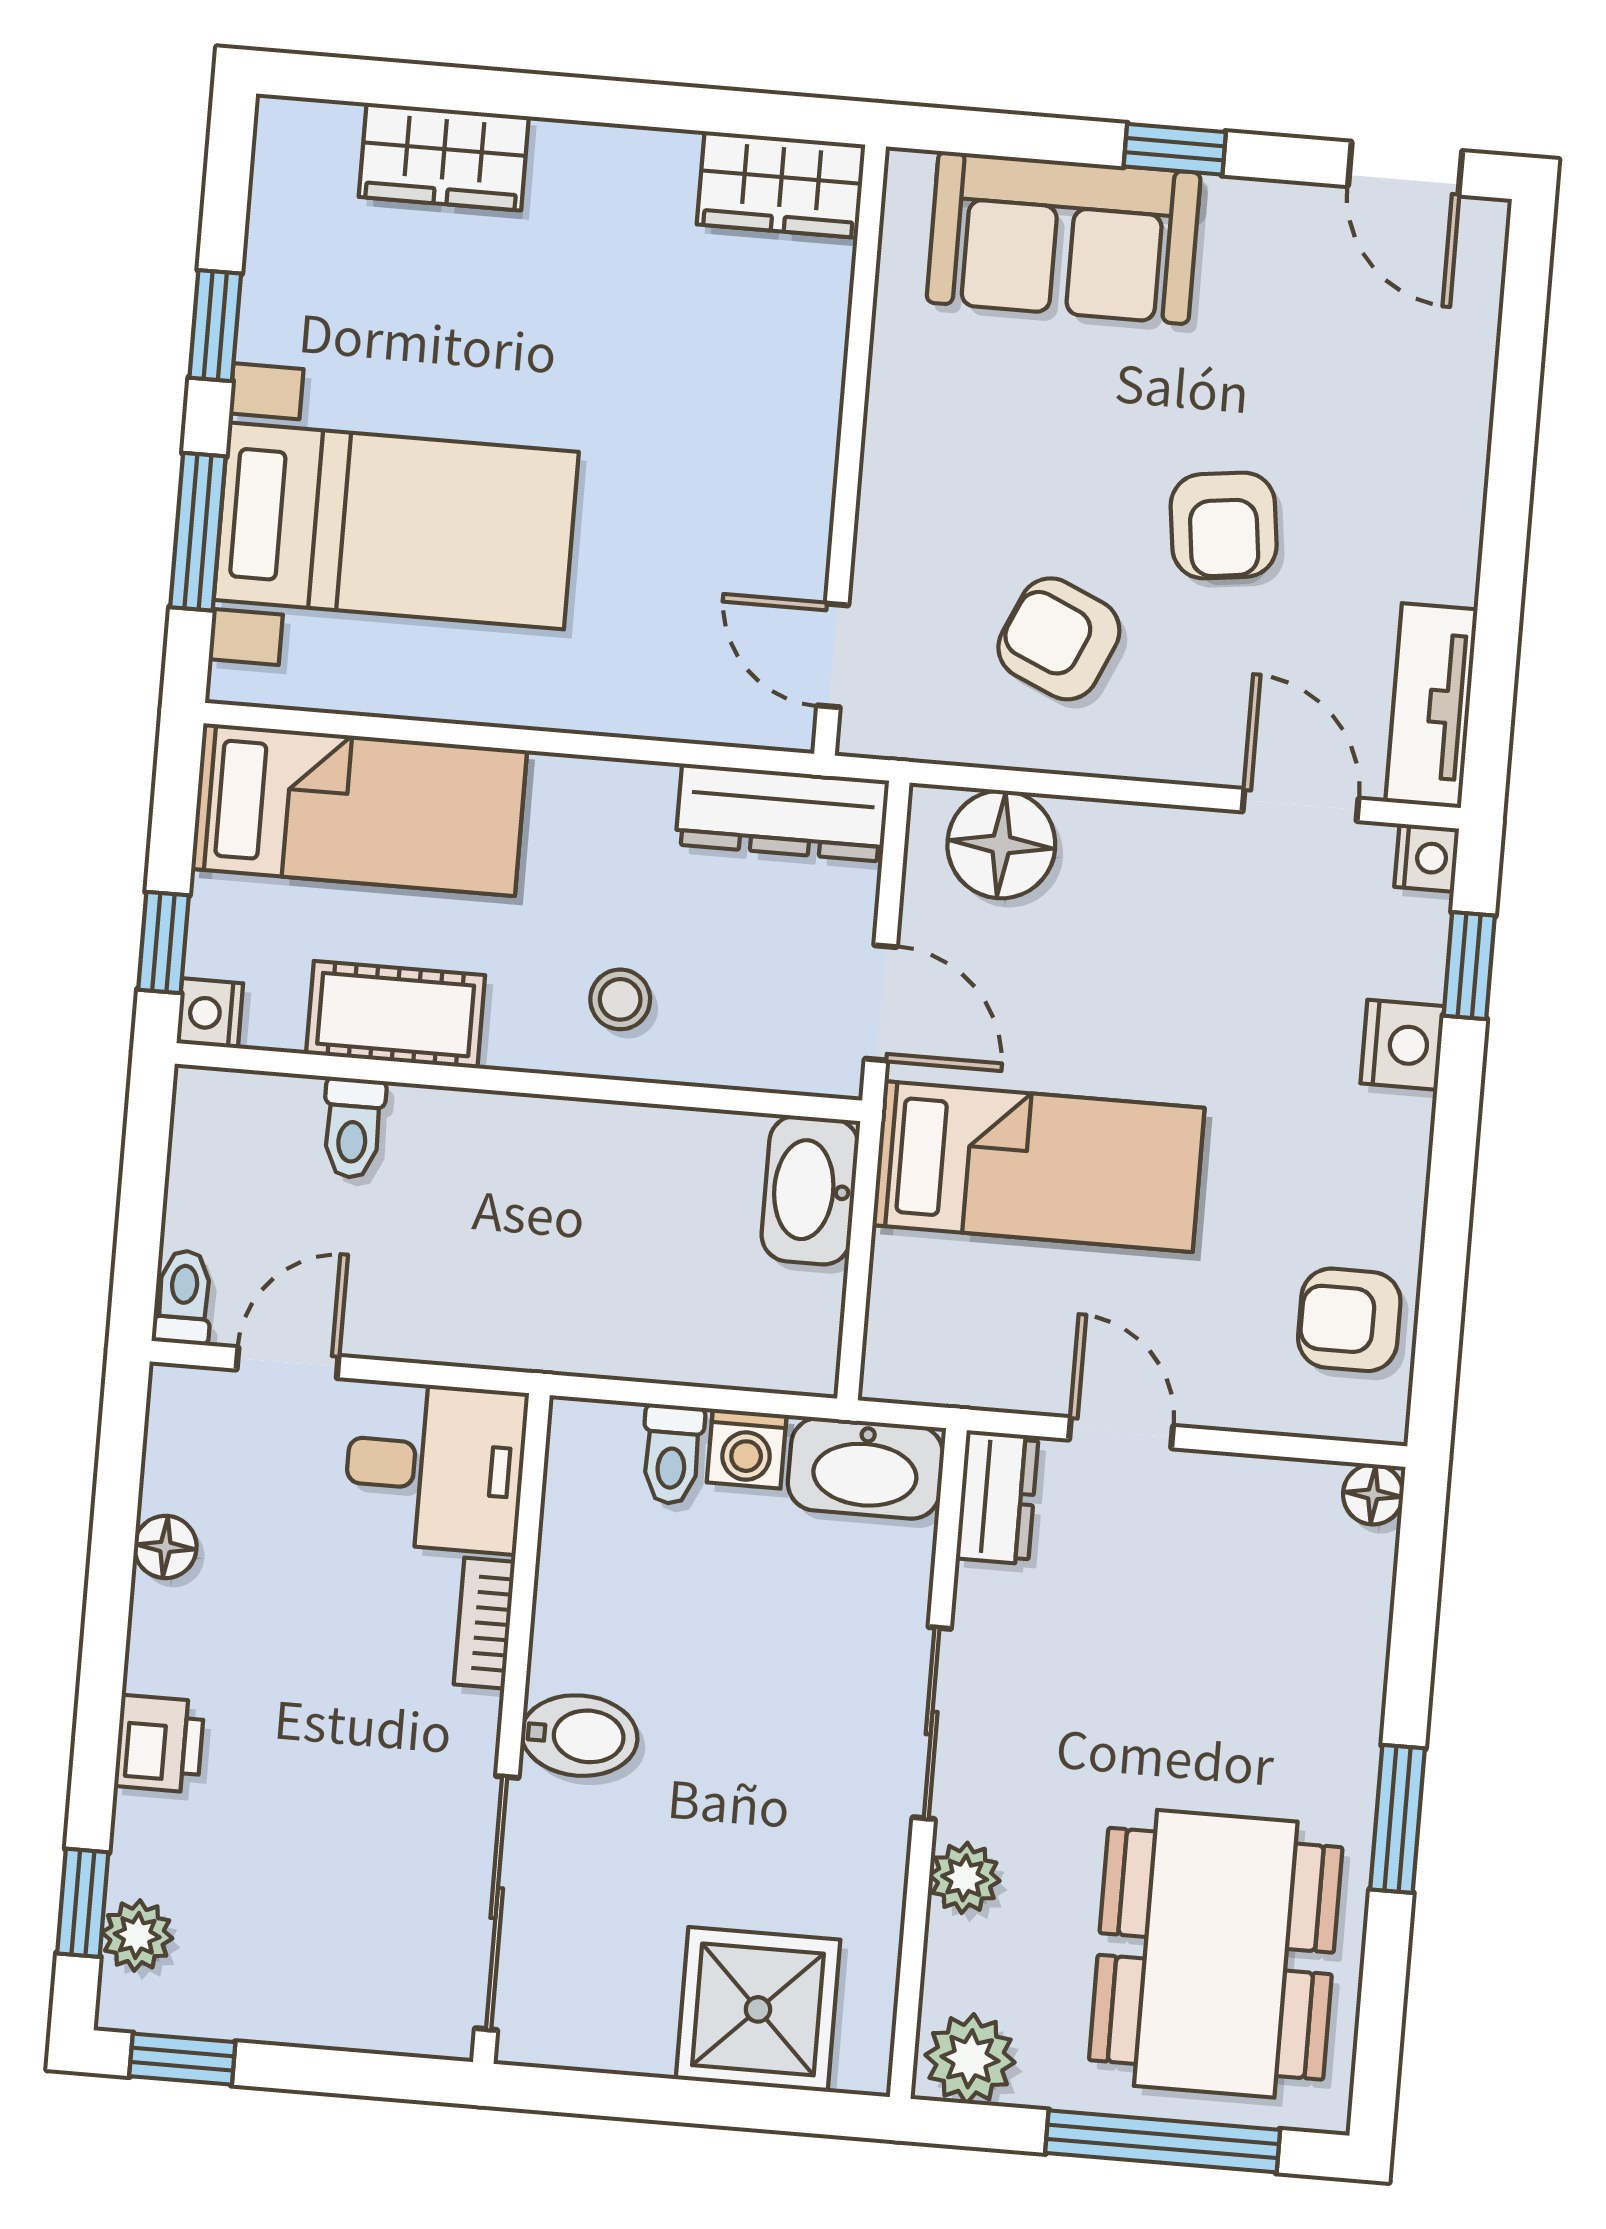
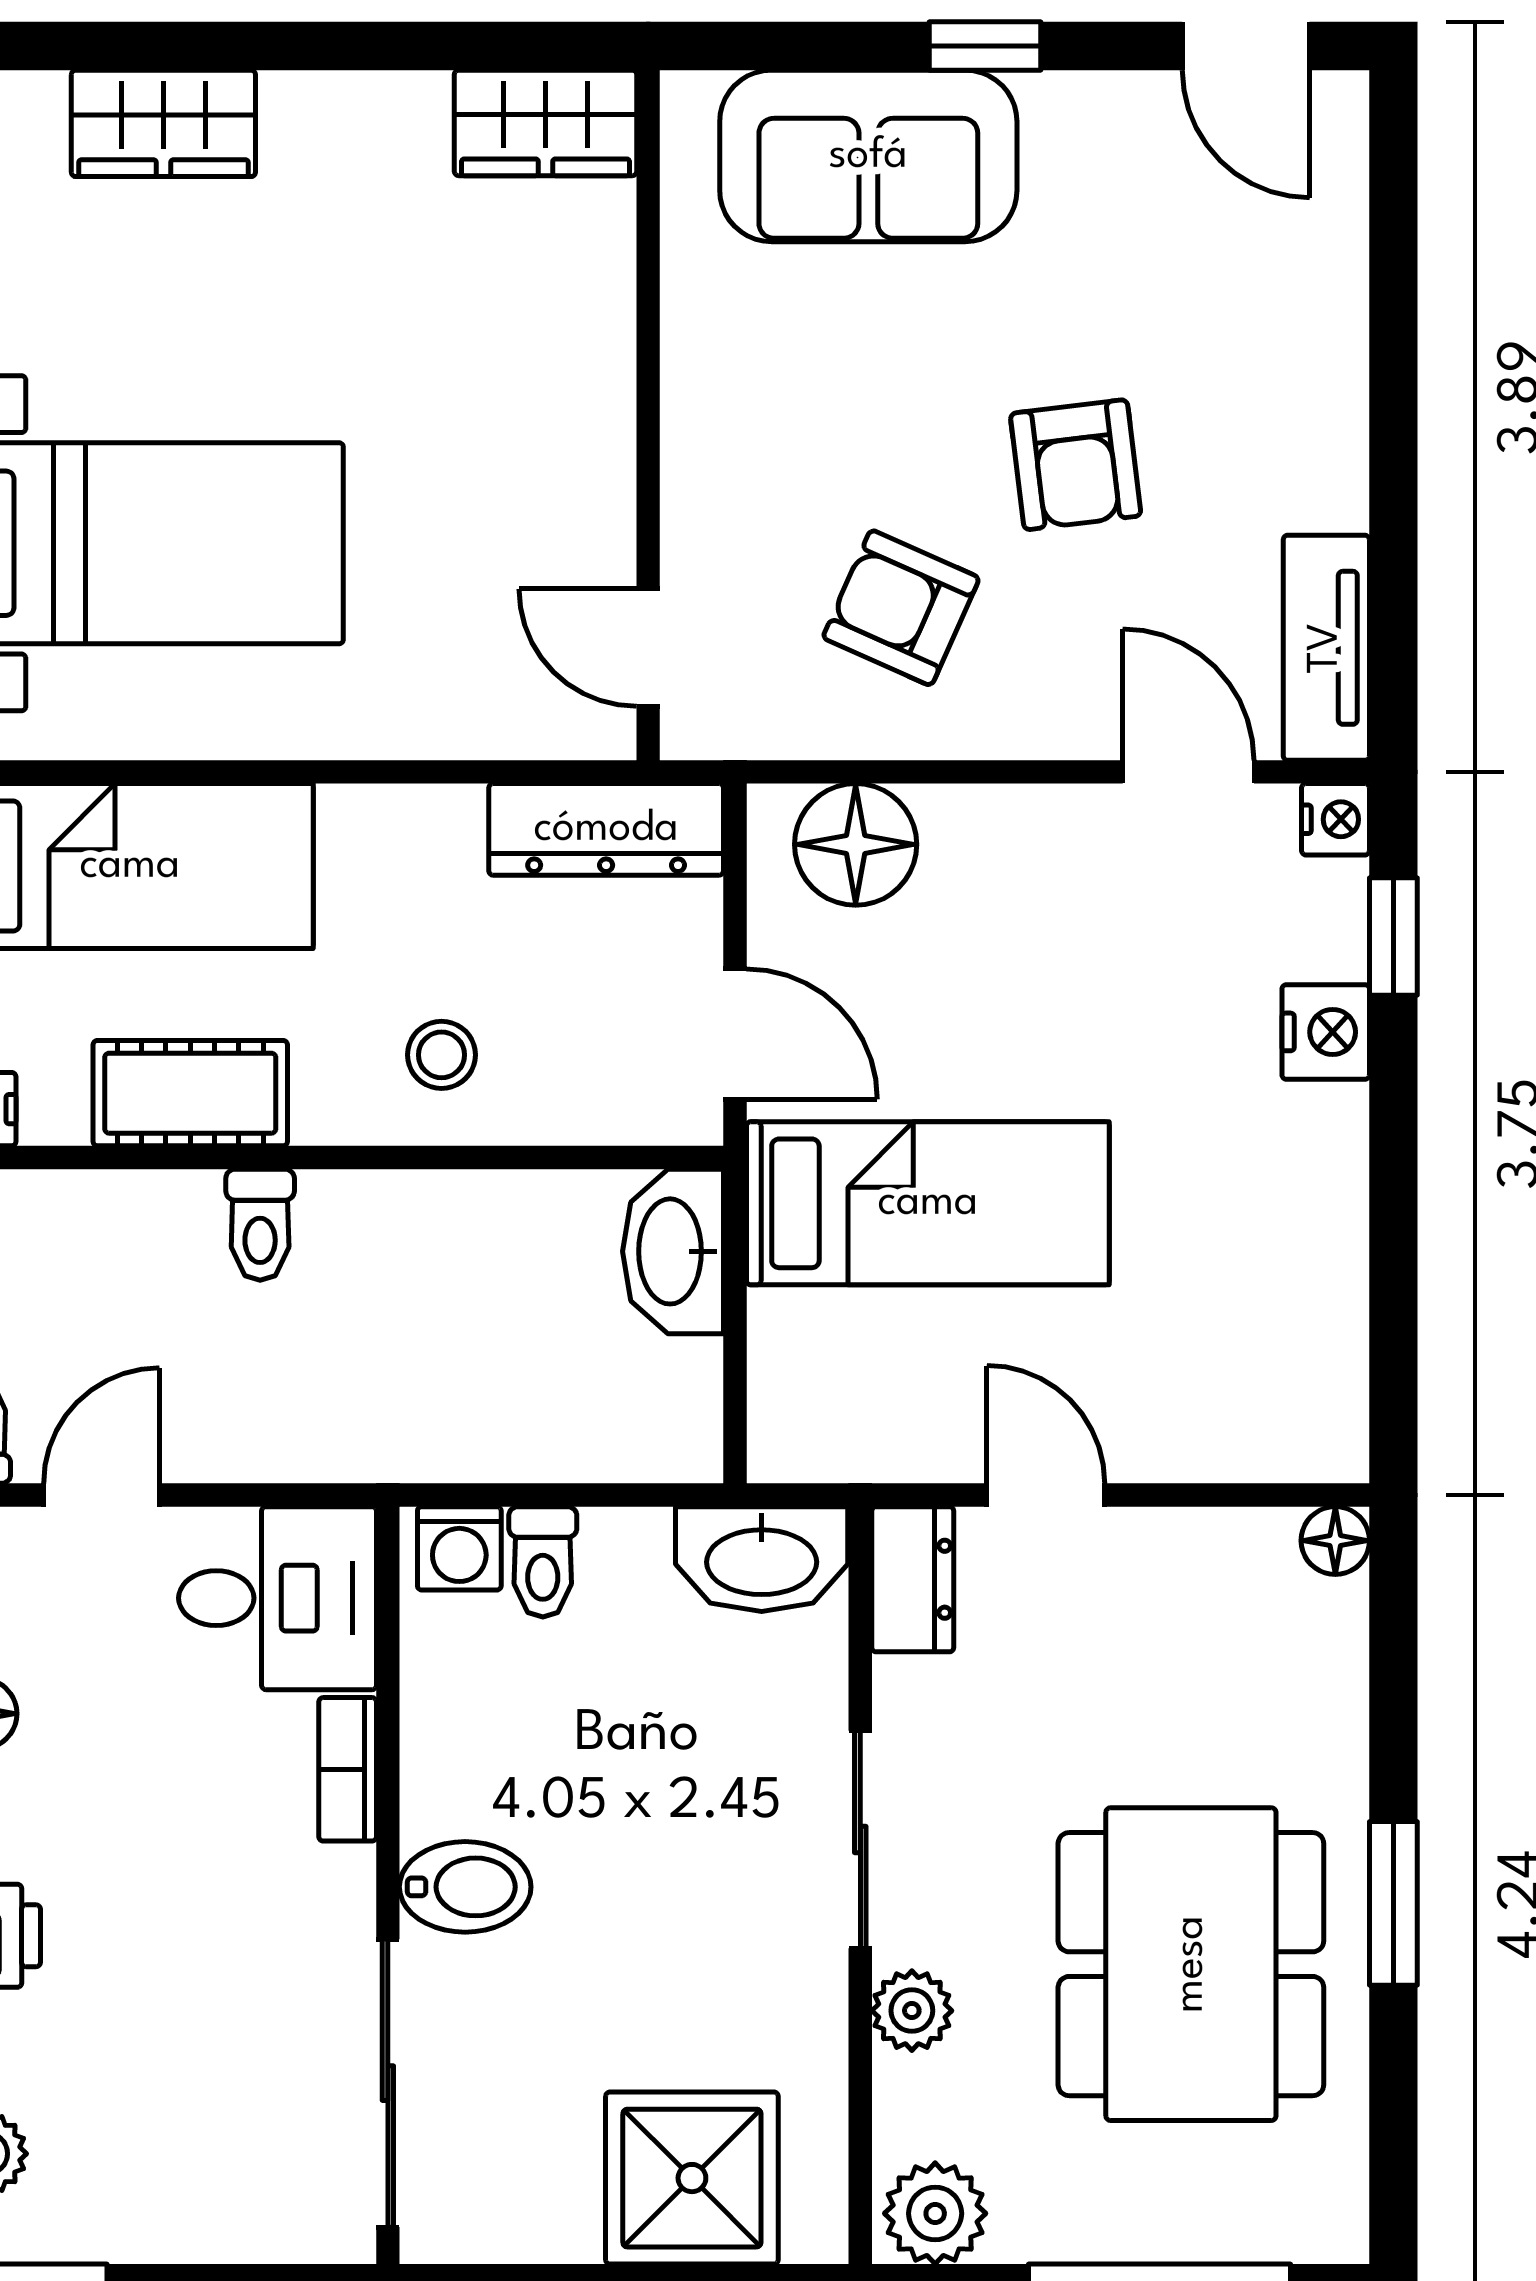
toilet: (353, 1128) -> (260, 1225), moved
armchair: (1349, 1320) -> (1292, 1346), removed
washing machine: (747, 1449) -> (459, 1548), moved
dining table: (1216, 1954) -> (1191, 1964), moved

